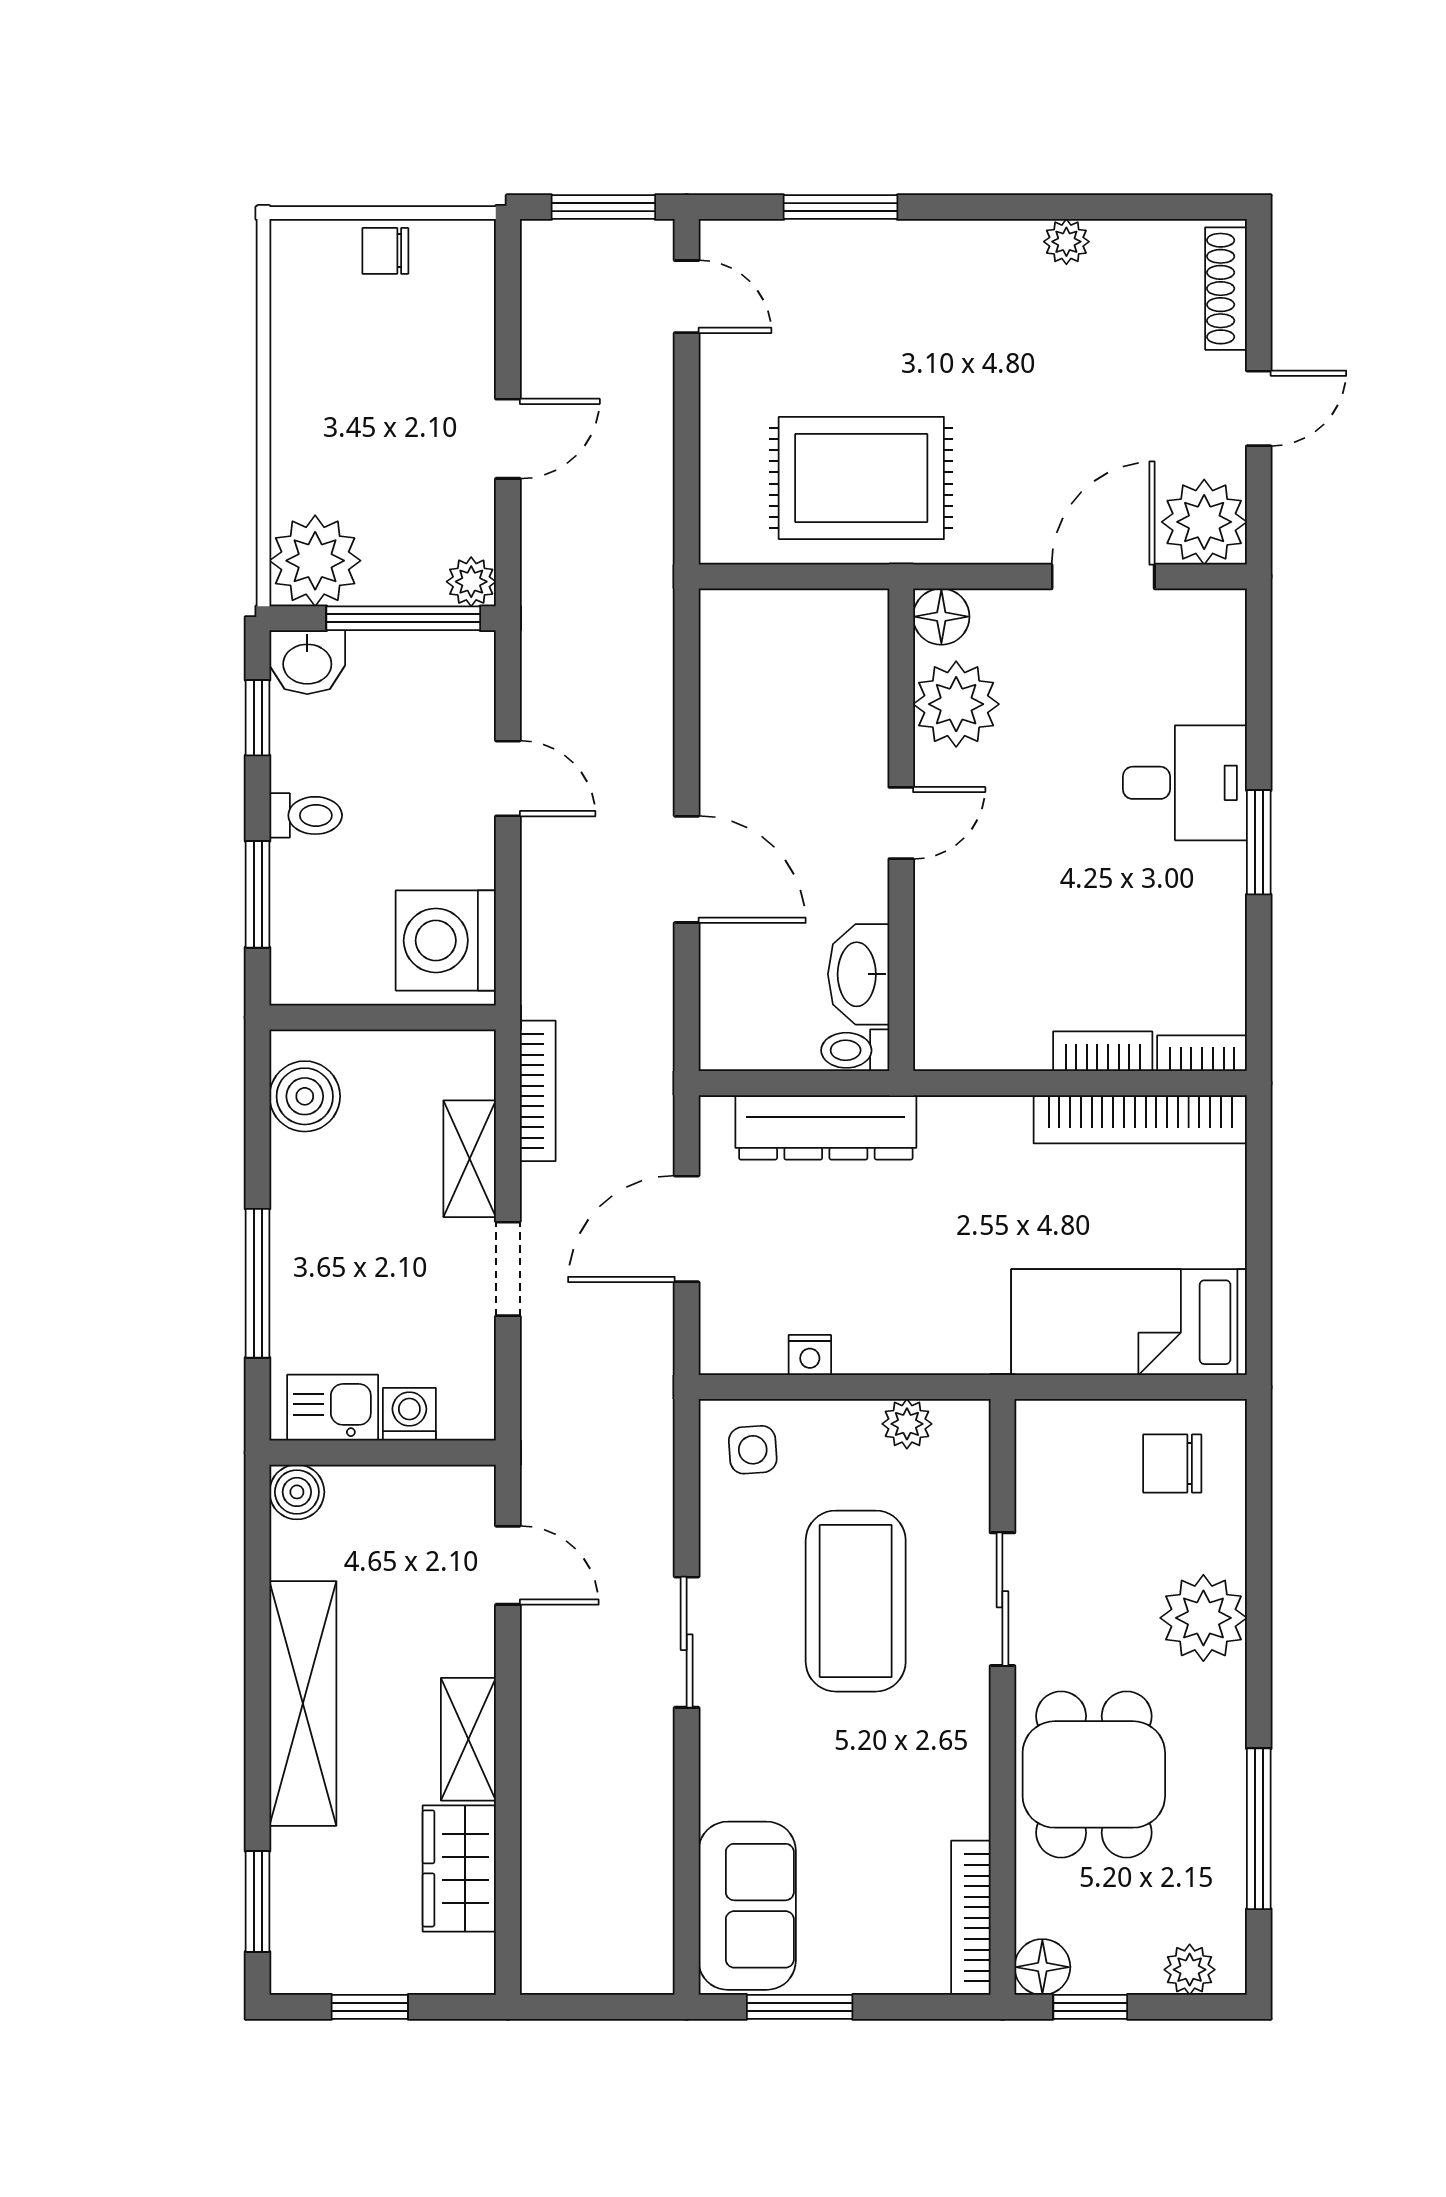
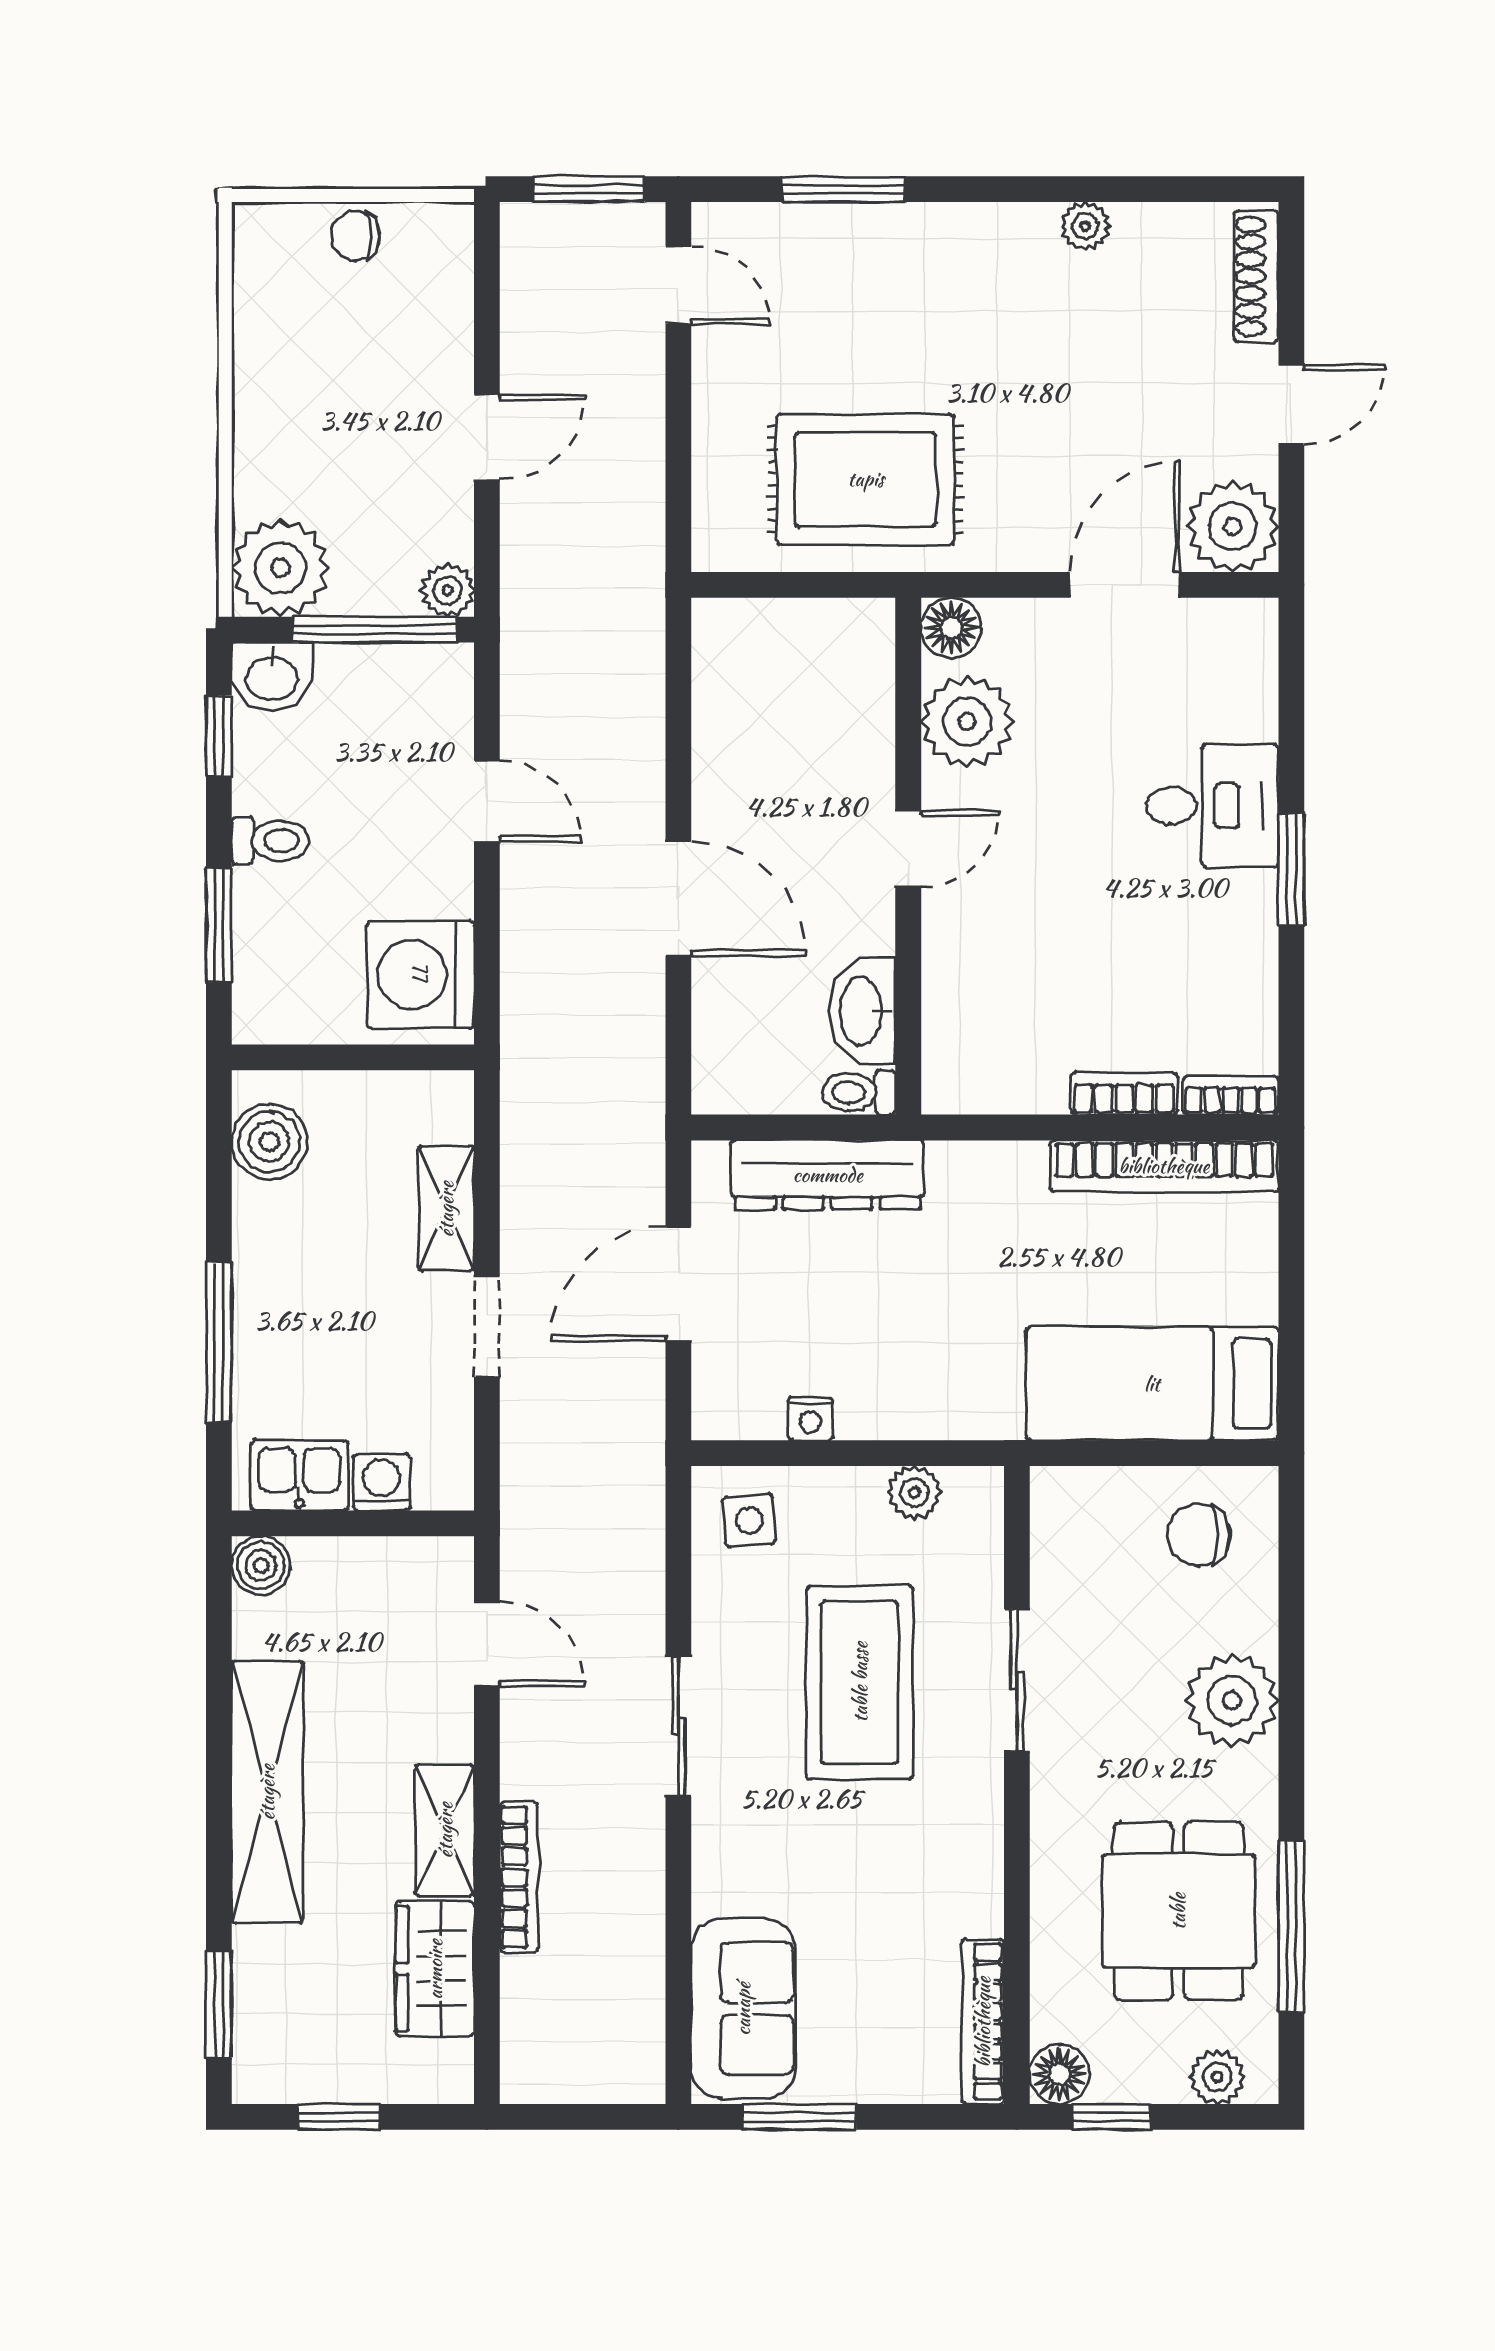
bookcase: (538, 1091) -> (519, 1877), moved
dining table: (1094, 1774) -> (1178, 1911), moved

